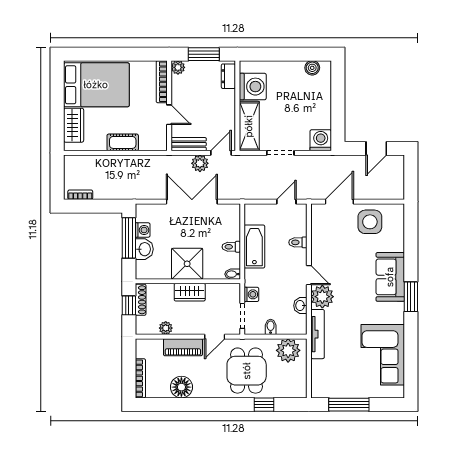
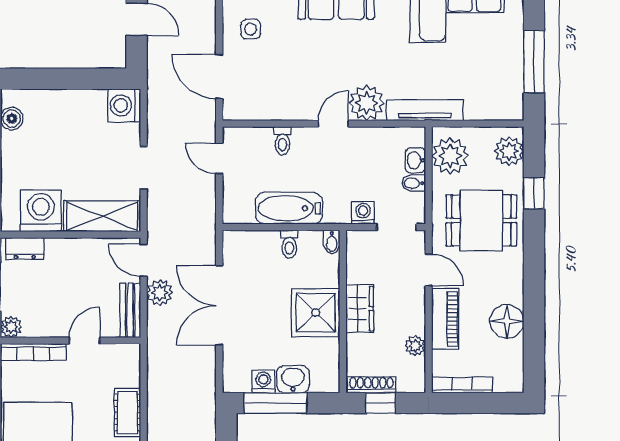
side table: (370, 222) -> (251, 29), width x0.54, depth x0.54
washbasin: (300, 306) -> (415, 160), moved, turned 90
bookcase: (140, 378) -> (462, 385), moved
plant: (291, 389) -> (509, 151), added

